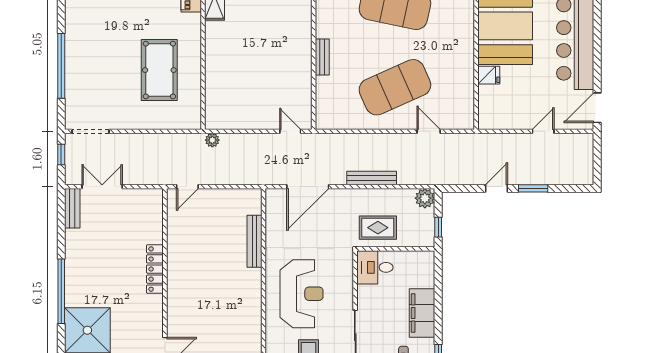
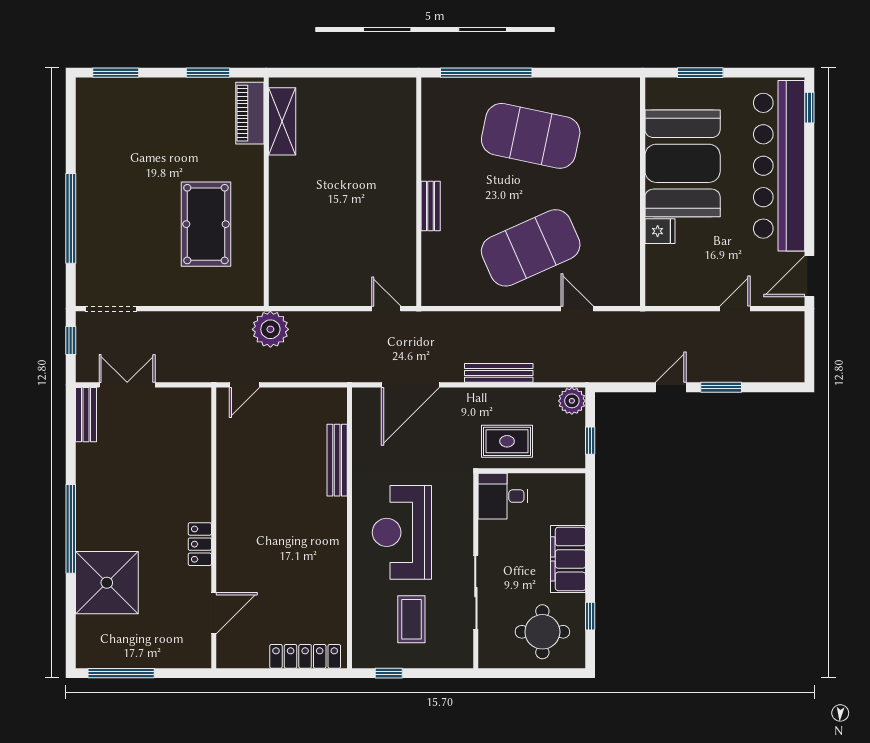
plant: (212, 140) -> (270, 329), width x1.88, depth x1.88
locker: (155, 269) -> (200, 544), moved, width x0.66
reception desk: (302, 294) -> (402, 532), turned 180

